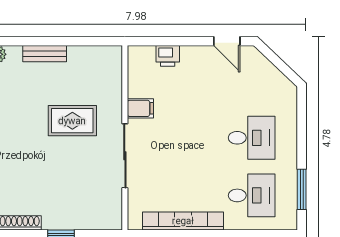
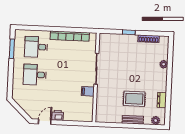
door: (227, 41) -> (45, 122), hinge flipped
printer: (168, 56) -> (58, 115), moved
rug: (72, 121) -> (134, 99), moved

